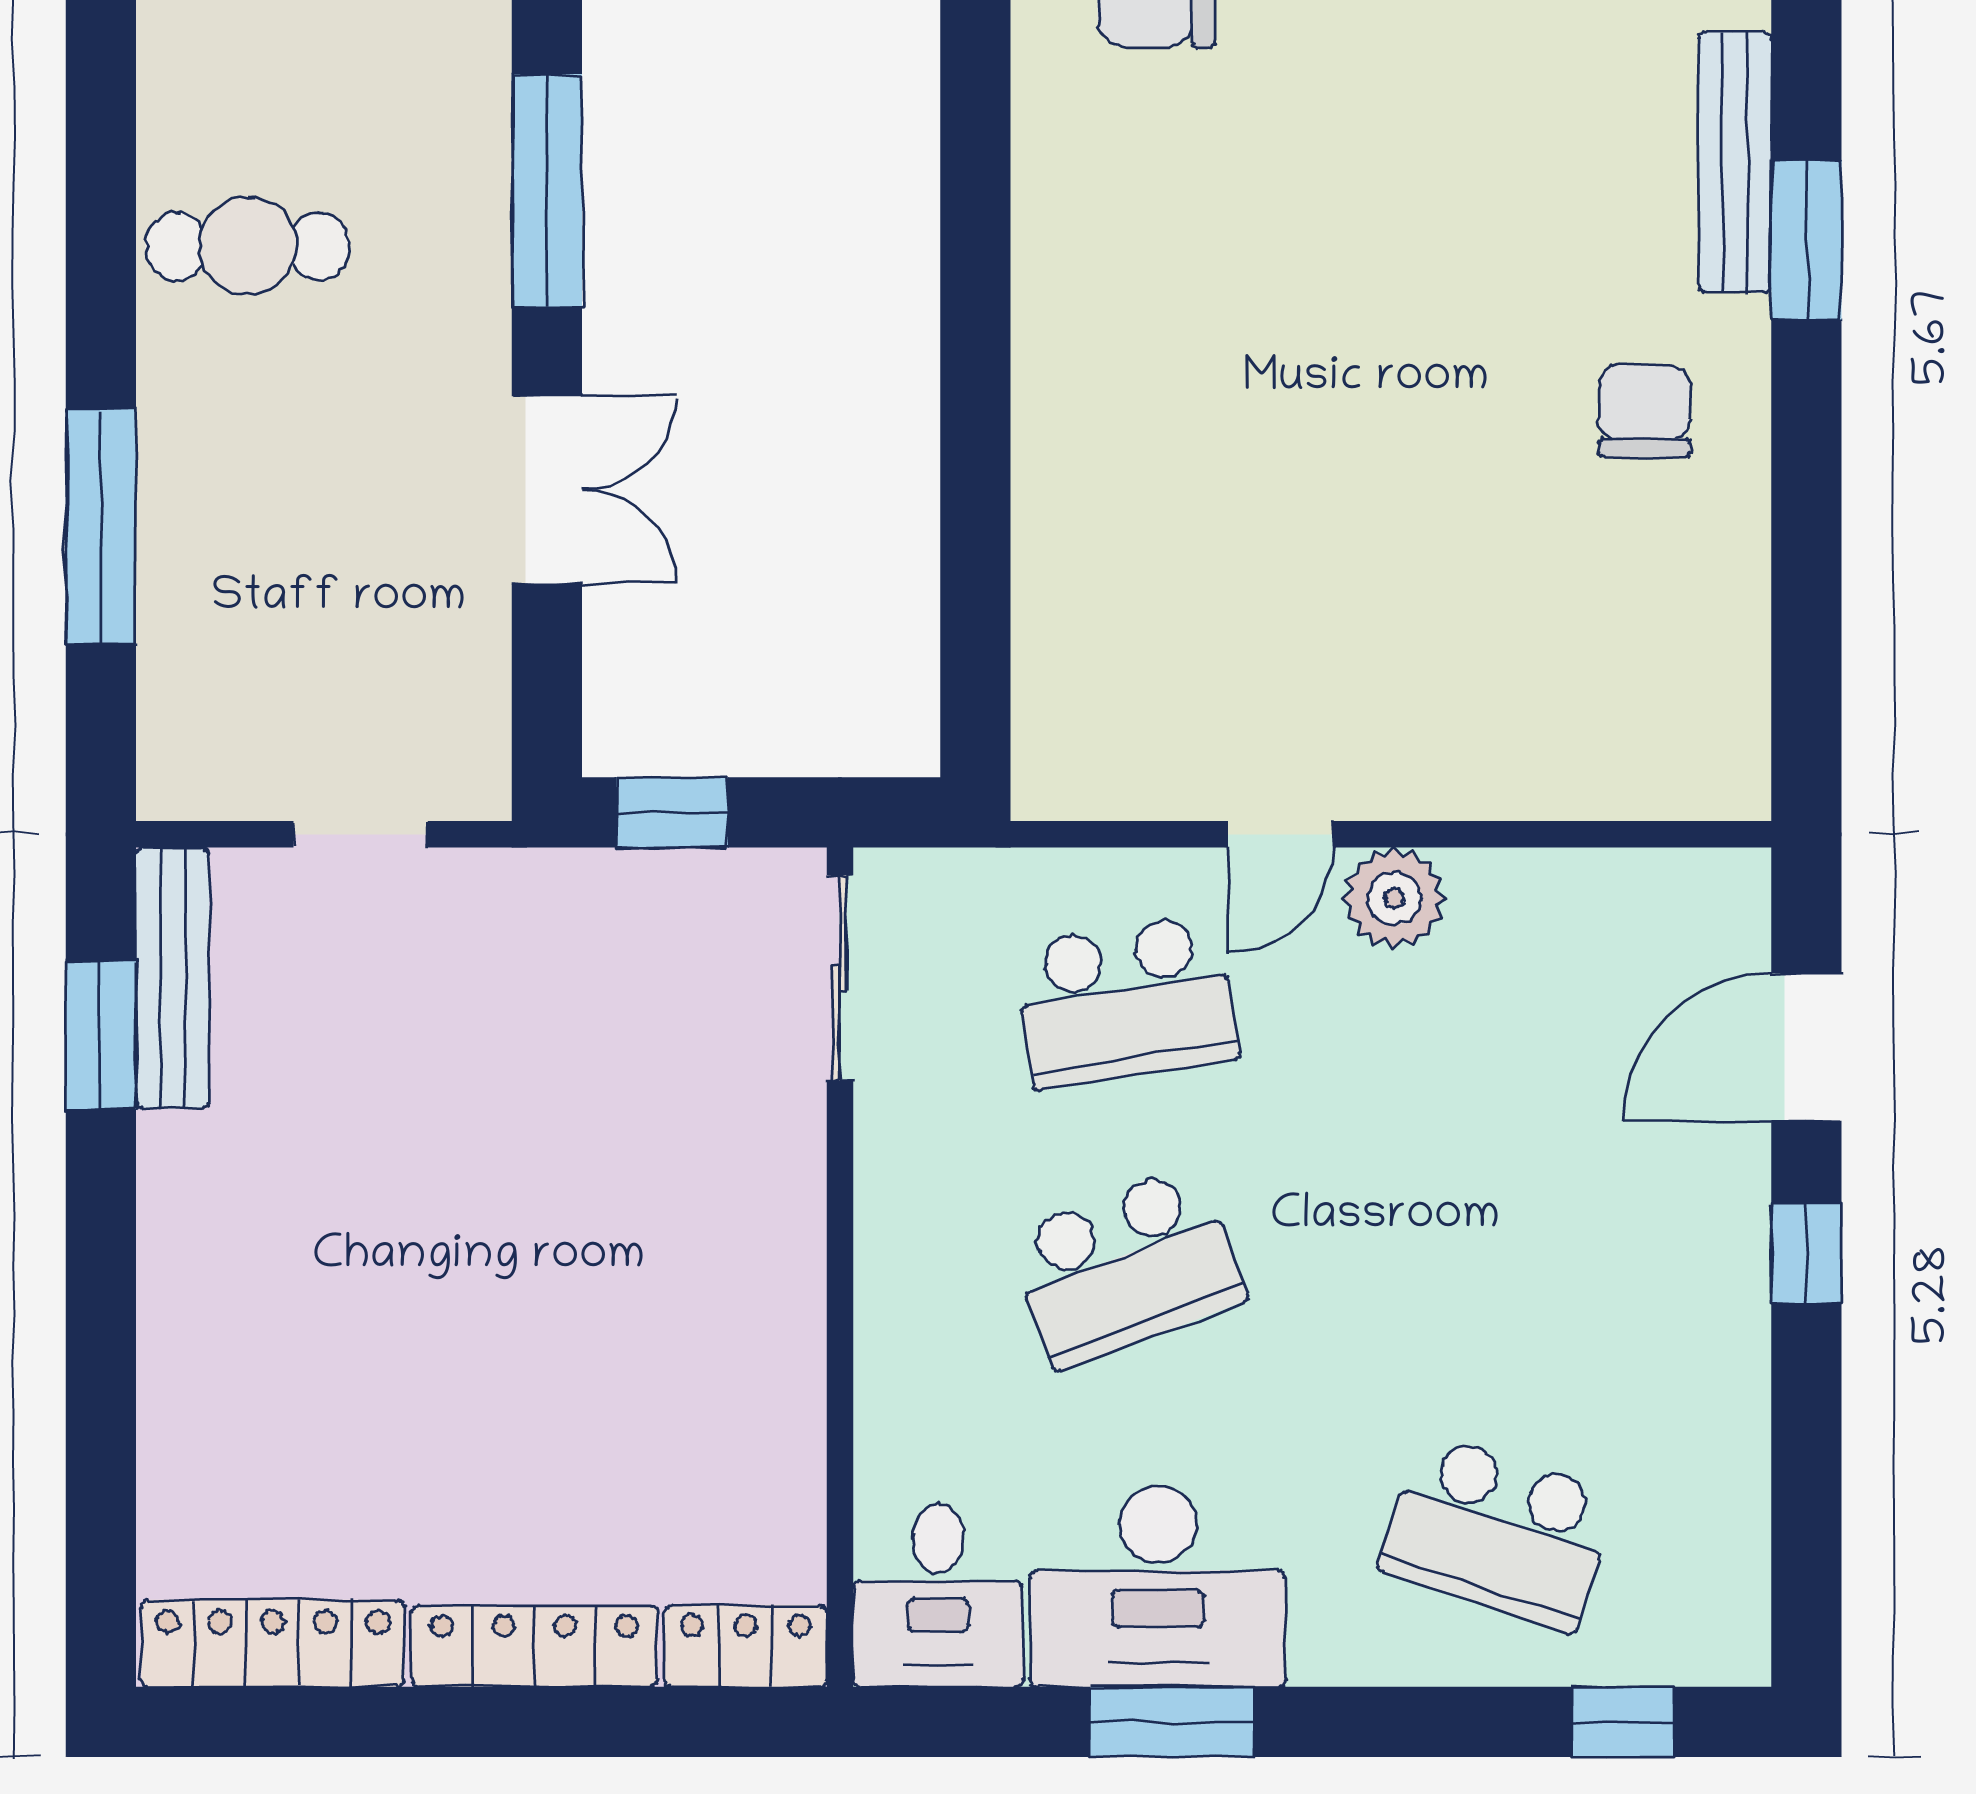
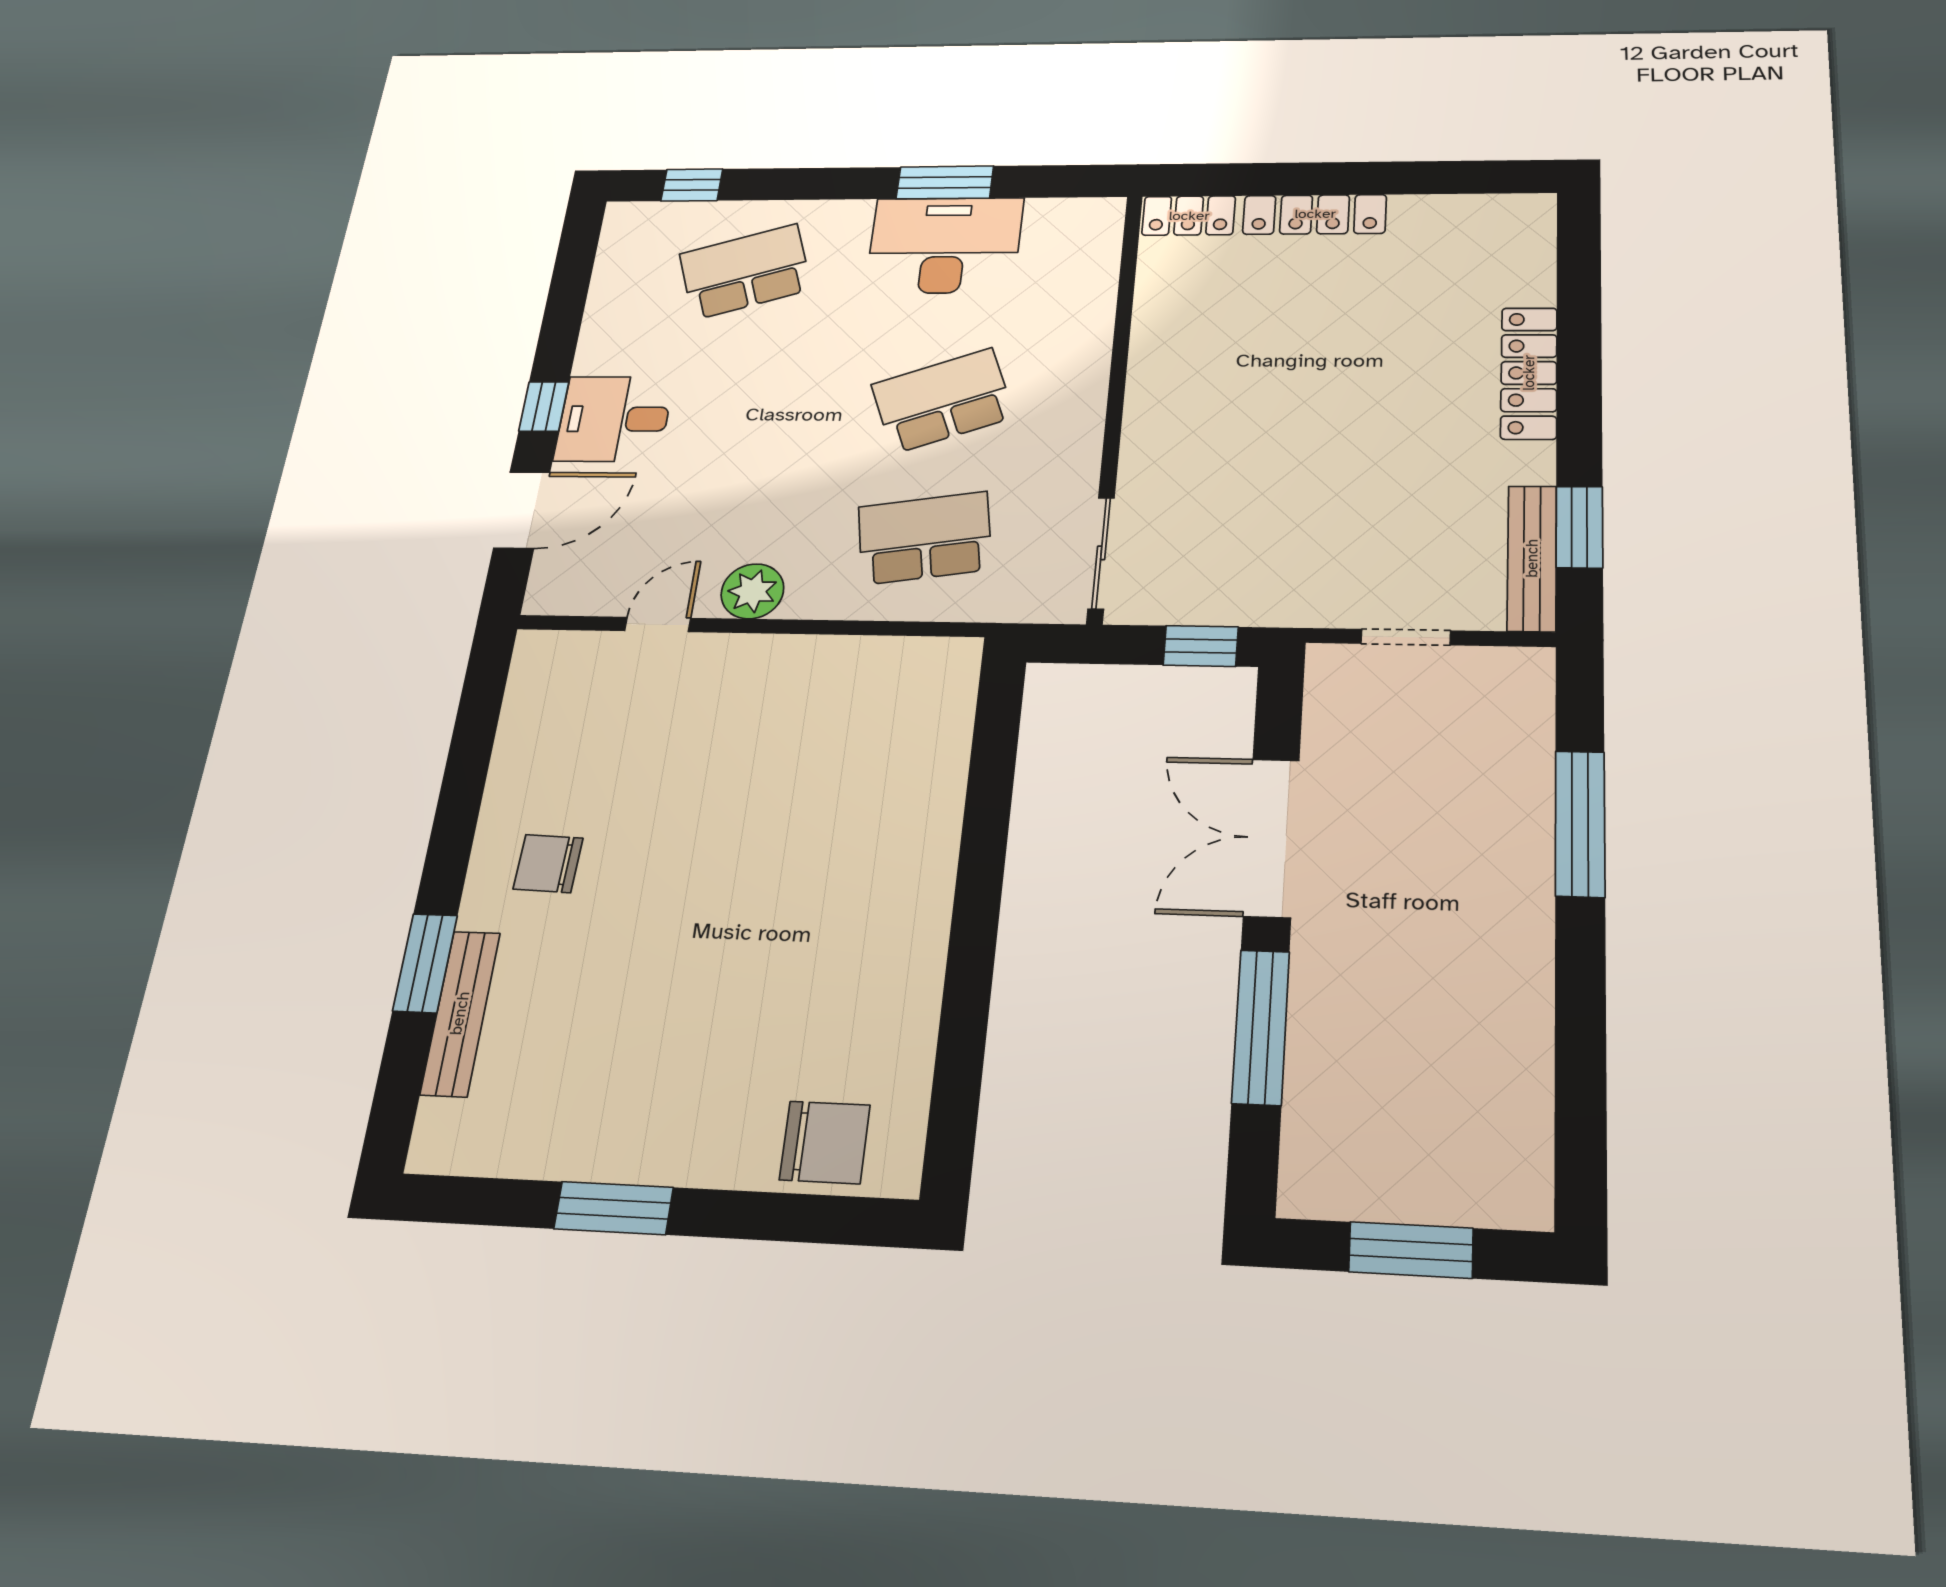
cafe table: (248, 246) -> (1475, 999), removed
chair: (1644, 411) -> (548, 864), turned 92
double door: (547, 490) -> (1271, 838), width x1.37
door: (1280, 834) -> (658, 625), moved
school desk: (1499, 1533) -> (745, 272), turned -36
desk: (938, 1595) -> (614, 419), moved, turned -90
locker: (273, 1643) -> (1529, 373), moved, turned 90

